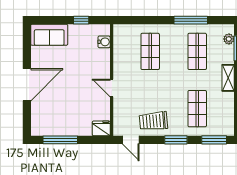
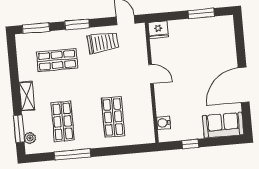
door: (27, 85) -> (244, 85), moved
shop shelf: (197, 109) -> (57, 60), turned 90
window: (60, 140) -> (201, 13), width x0.69

